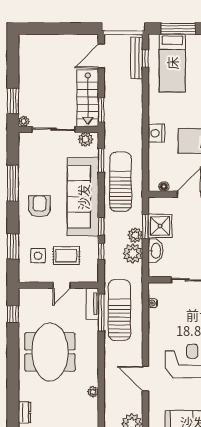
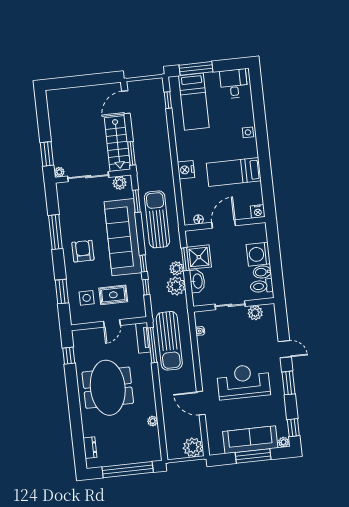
bench: (137, 58) -> (160, 101), removed
sun lounger: (119, 310) -> (169, 341), turned 180

